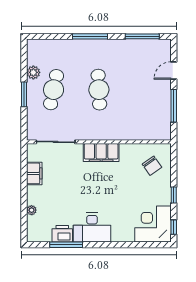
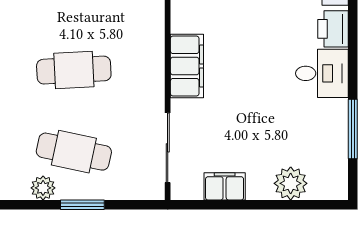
plant: (32, 210) -> (291, 183), width x1.88, depth x1.88
desk: (92, 228) -> (322, 73), width x0.73
printer: (62, 234) -> (333, 29), moved

